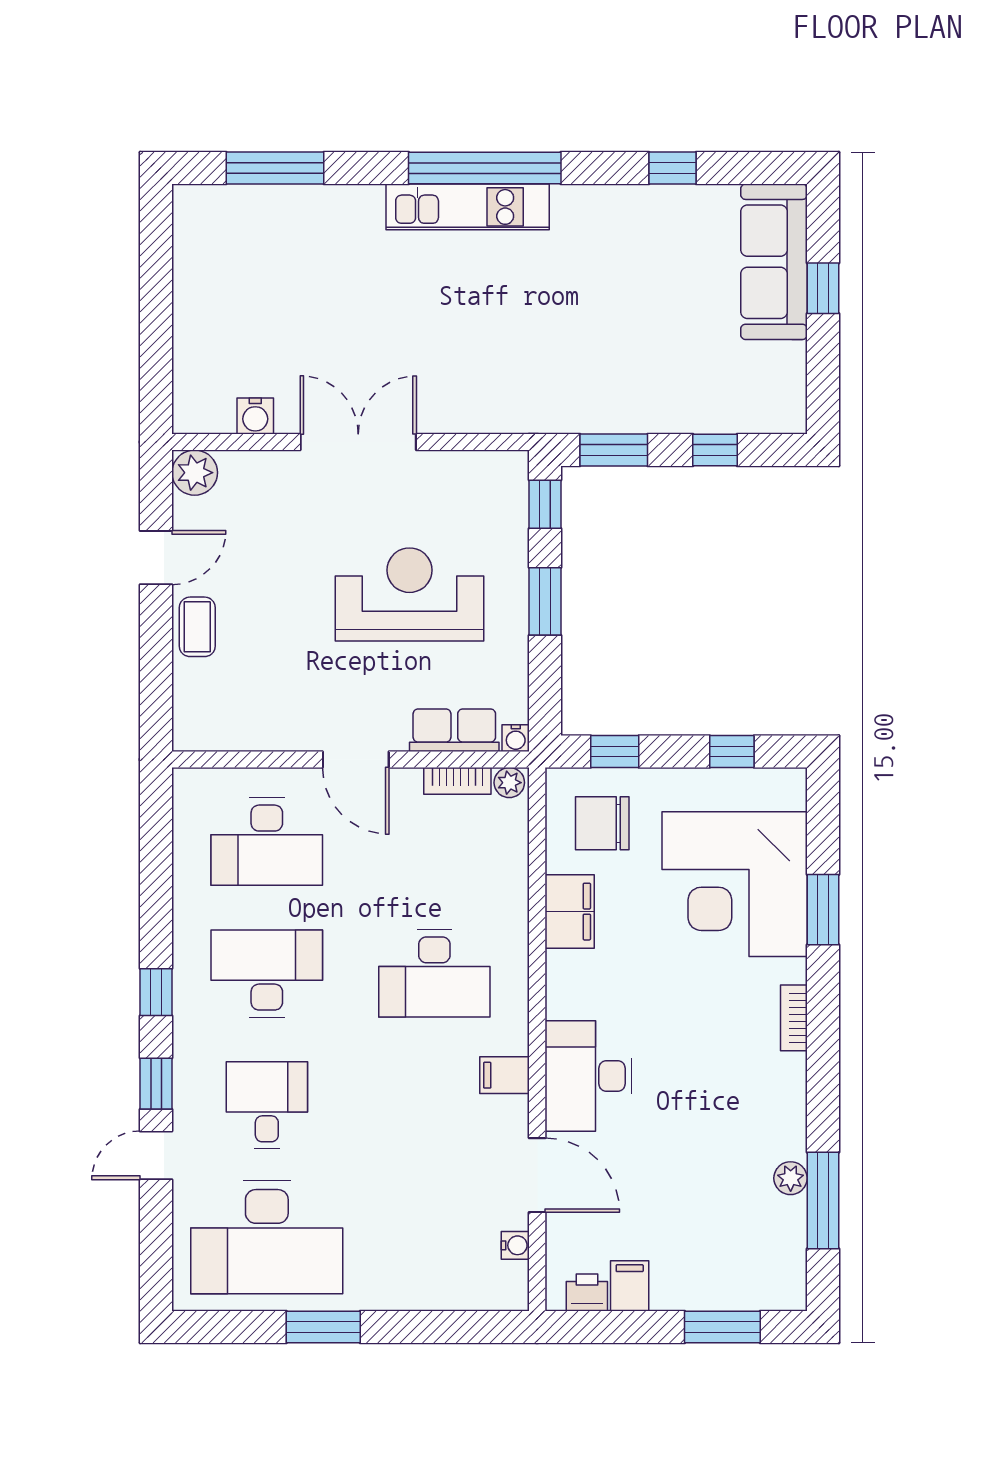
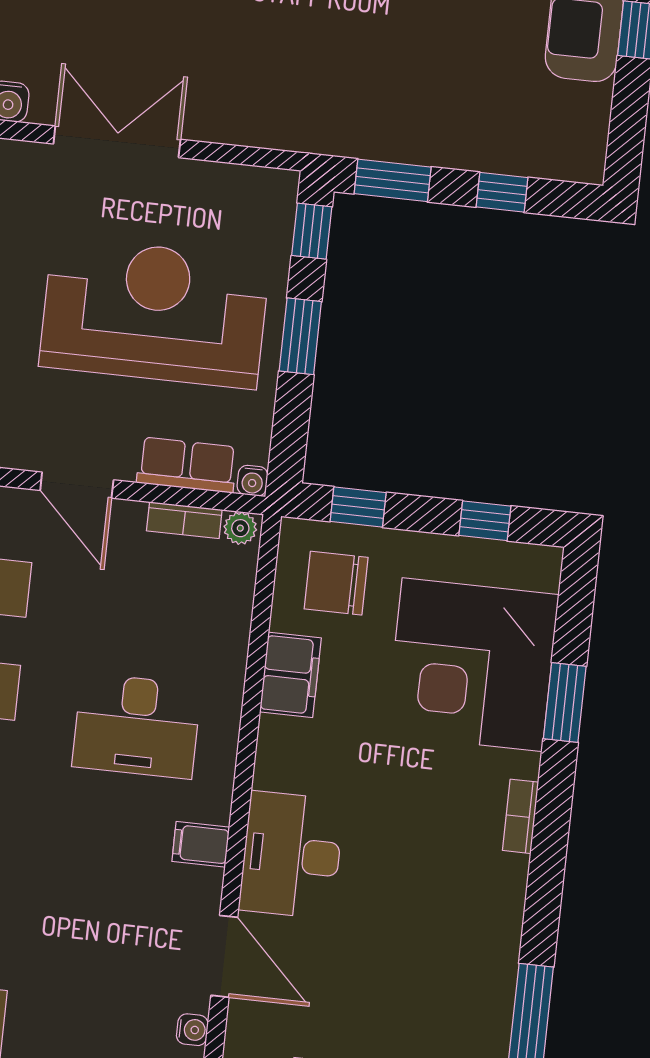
reception desk: (409, 594) -> (154, 313), width x1.36, depth x1.30
plant: (791, 1178) -> (498, 989), removed

